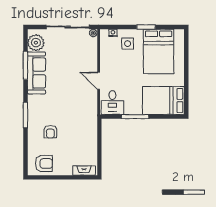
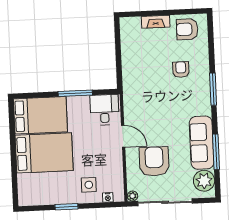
bed: (159, 51) -> (44, 153), moved, turned 90
armchair: (75, 60) -> (154, 161), added
fireplace: (84, 171) -> (156, 22), moved

